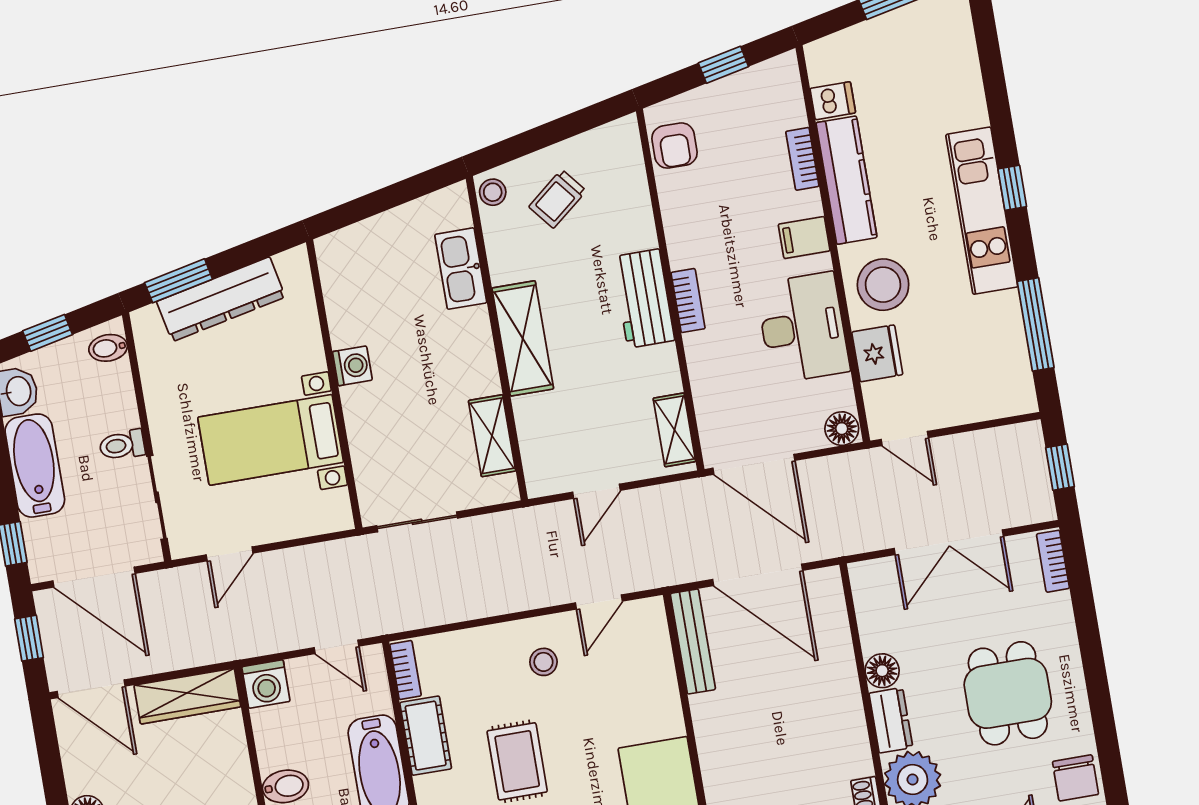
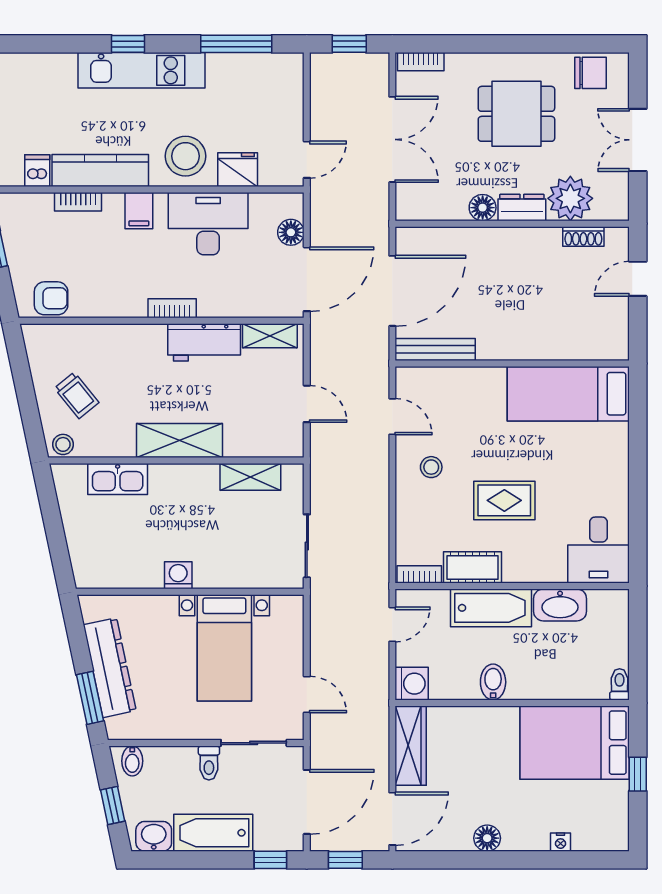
workbench: (644, 299) -> (204, 342), moved
floor lamp: (842, 429) -> (291, 232), moved

